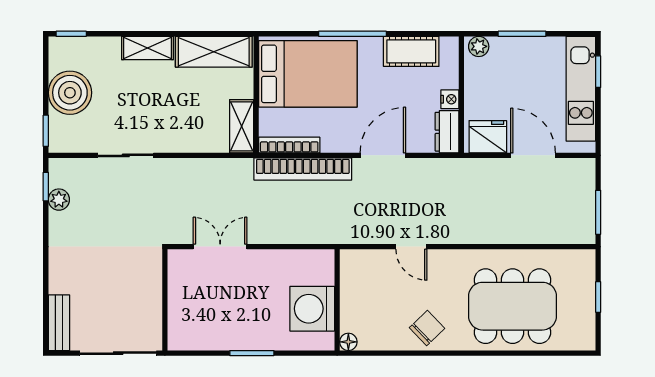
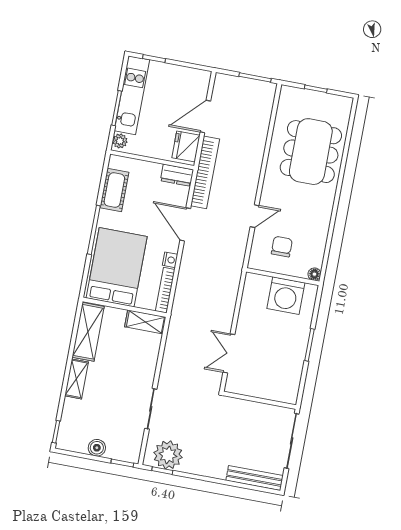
kitchen unit: (581, 89) -> (132, 95), moved, turned -90
boiler: (70, 93) -> (97, 448), width x0.54, depth x0.54
nightstand: (450, 99) -> (170, 260), moved, turned 90
bookcase: (303, 169) -> (205, 172), moved
plant: (59, 200) -> (168, 455), width x1.88, depth x1.88
bench: (59, 323) -> (255, 478), width x1.36
chair: (427, 328) -> (282, 247), moved, turned 44

